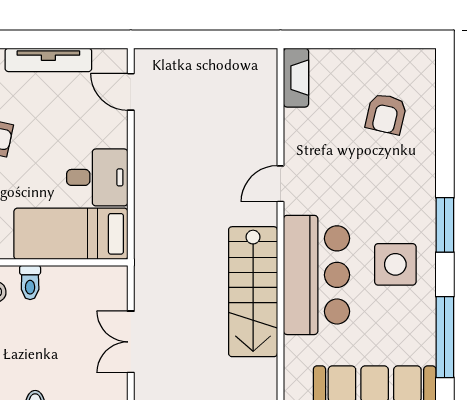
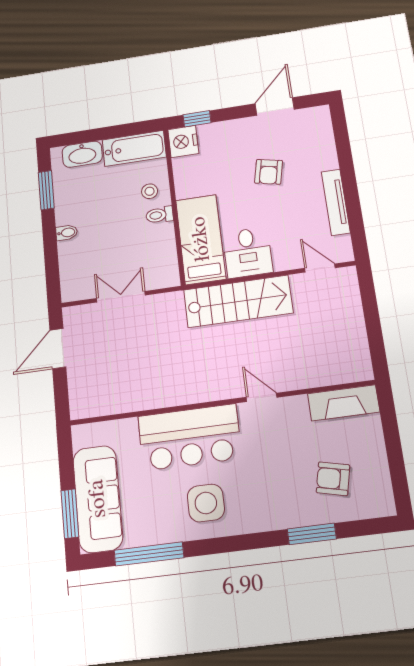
fireplace: (296, 78) -> (344, 403), width x1.37, depth x1.32
door: (131, 92) -> (320, 268), hinge flipped
window: (445, 225) -> (312, 534), moved
stairs: (253, 292) -> (238, 301), moved, turned 180

